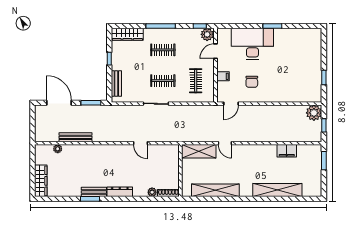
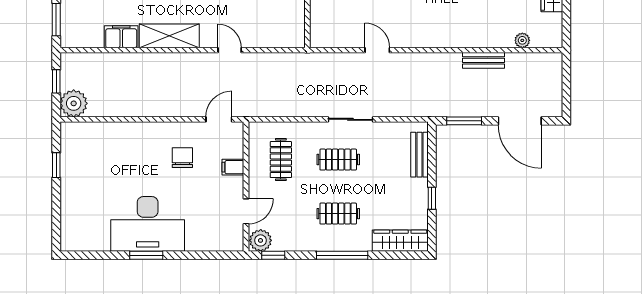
desk: (252, 44) -> (148, 224), moved
bench: (75, 137) -> (483, 60), width x0.73
shelving: (199, 151) -> (169, 36), moved

